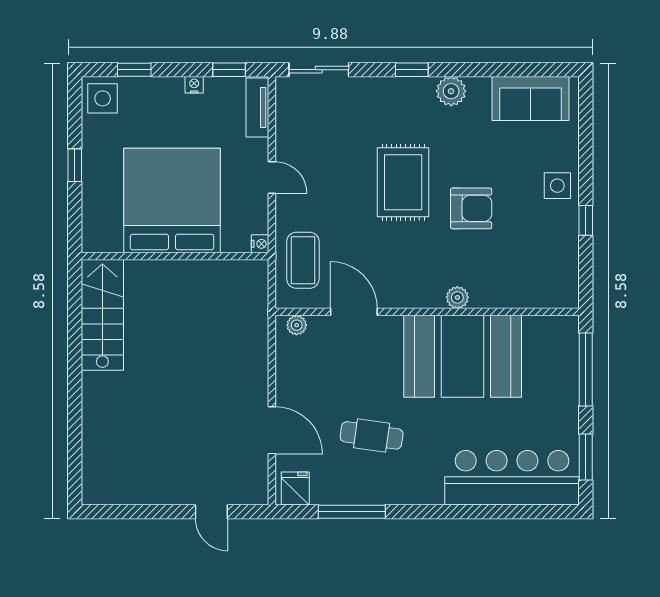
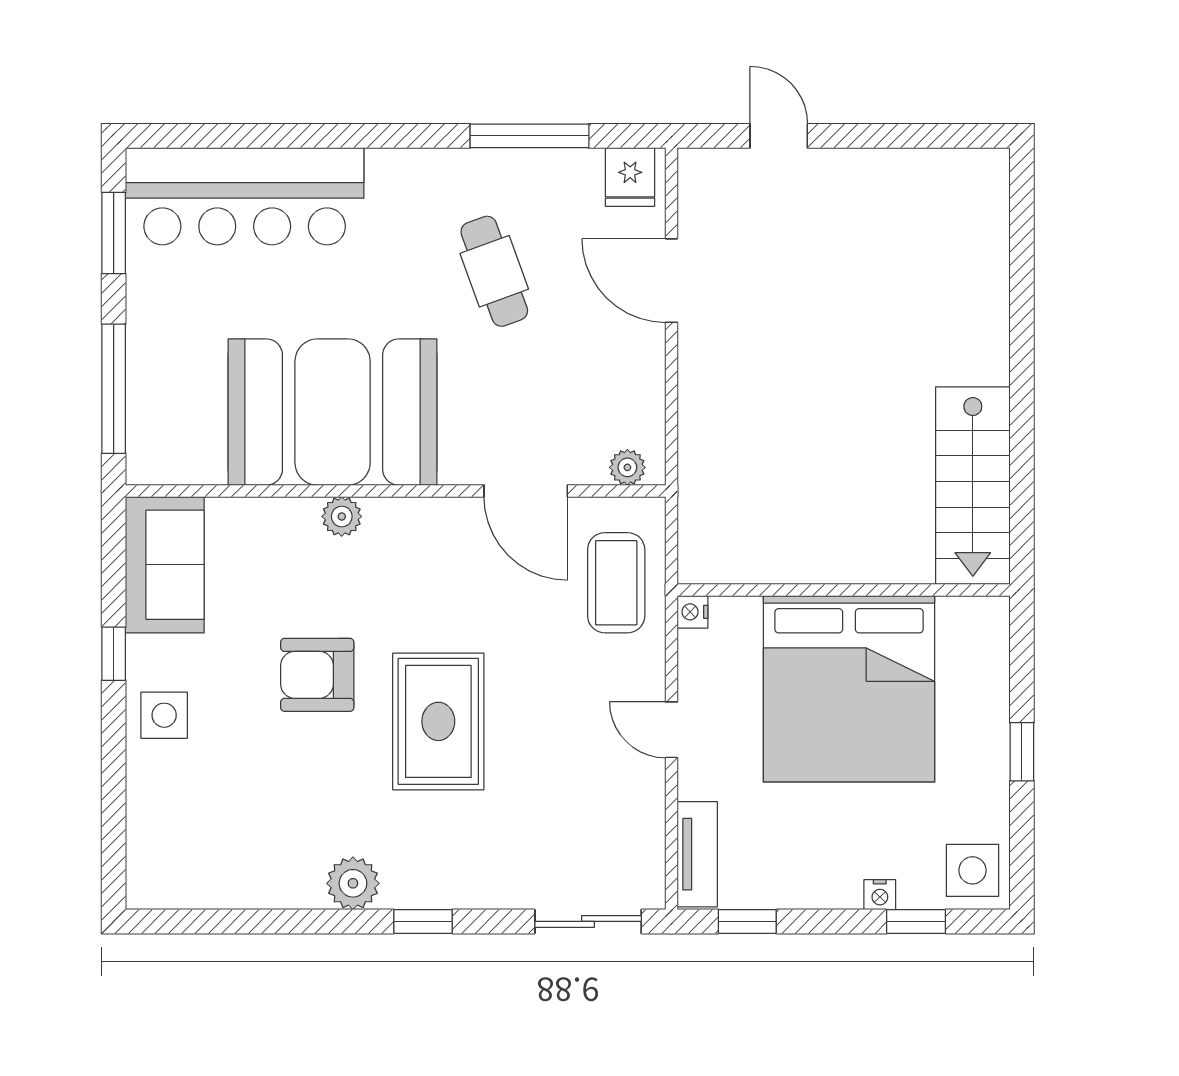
nightstand: (194, 85) -> (880, 895), moved
sofa: (531, 98) -> (165, 565), moved, turned 90
cafe table: (372, 435) -> (494, 271), turned 62

